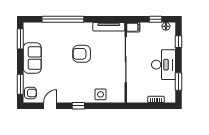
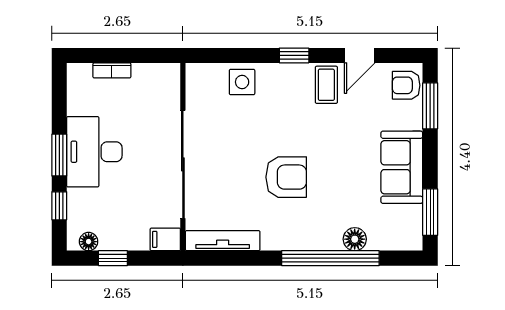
floor lamp: (52, 27) -> (355, 239), added
window: (178, 81) -> (59, 155), moved
coffee table: (65, 93) -> (326, 85), added

